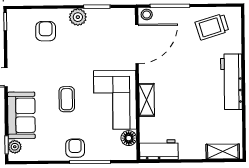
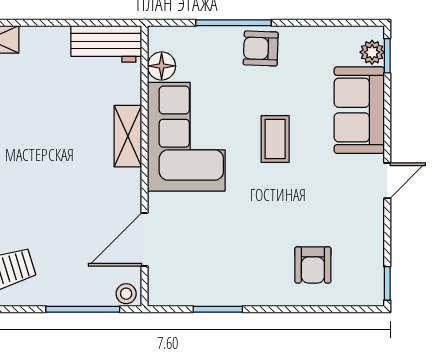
plant: (78, 17) -> (253, 290), removed
door: (137, 44) -> (145, 239), width x0.73
armchair: (75, 148) -> (261, 48), turned 92

